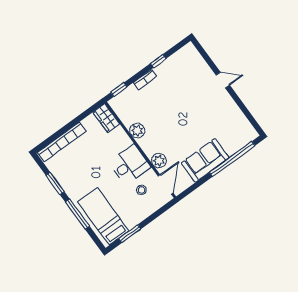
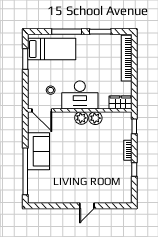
plant: (159, 161) -> (81, 118), moved
desk: (130, 165) -> (80, 95), width x1.37

